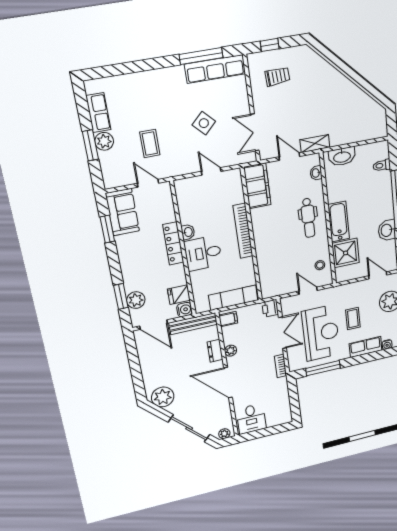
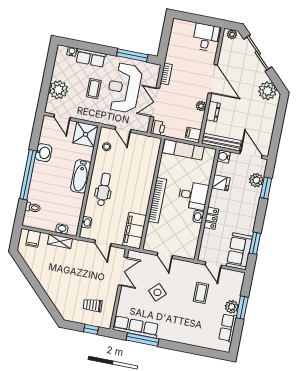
filing cabinet: (371, 130) -> (33, 239), added
shelving: (315, 144) -> (60, 241), moved
washbasin: (342, 157) -> (62, 229), width x0.52, depth x0.69
locker: (173, 243) -> (211, 218), width x0.66
shower: (346, 253) -> (86, 134), moved
fridge: (179, 295) -> (221, 183), moved

